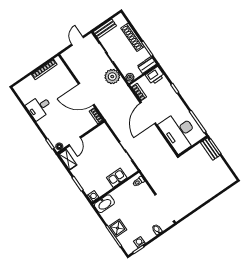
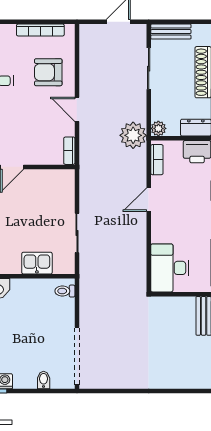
plant: (112, 77) -> (133, 135), moved
armchair: (61, 86) -> (48, 72), added
door: (86, 94) -> (77, 109), width x0.53
door: (148, 113) -> (149, 200), width x0.53
desk: (179, 132) -> (170, 268), width x0.73, depth x0.77

